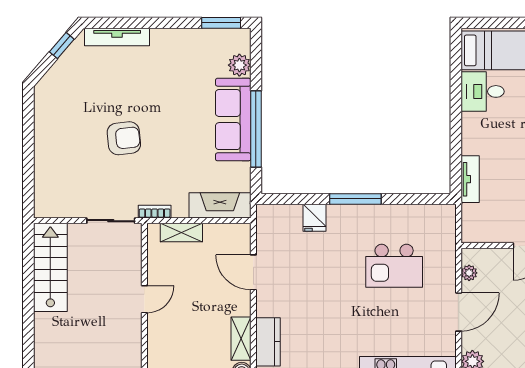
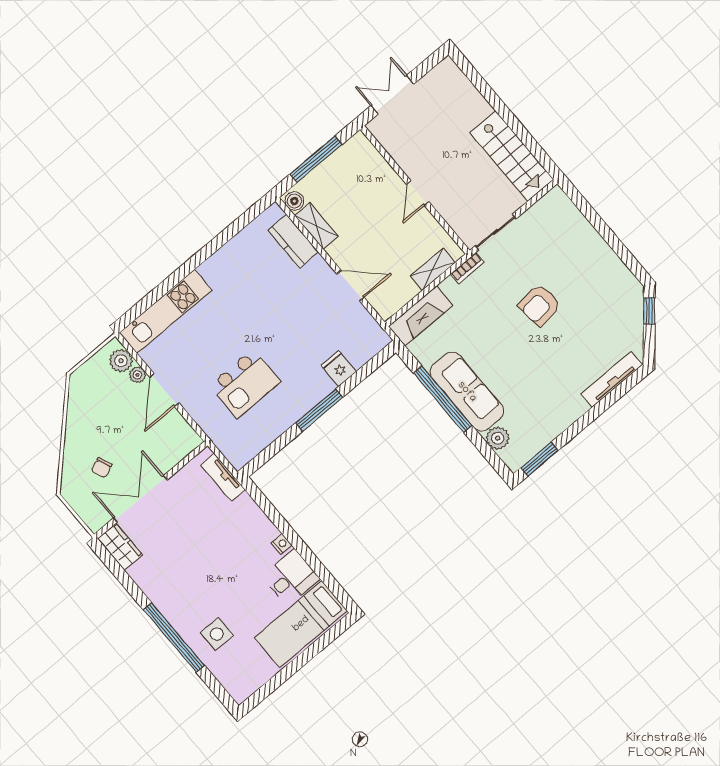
window: (62, 45) -> (649, 311), moved
nightstand: (468, 122) -> (282, 544), added
tv unit: (470, 179) -> (223, 477), moved
kitchen island: (394, 266) -> (245, 384), turned 180
plant: (469, 273) -> (137, 375), moved

